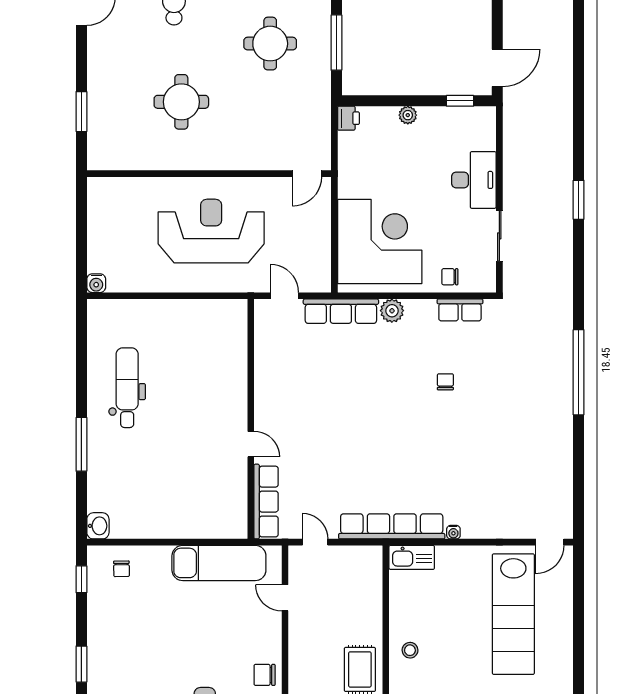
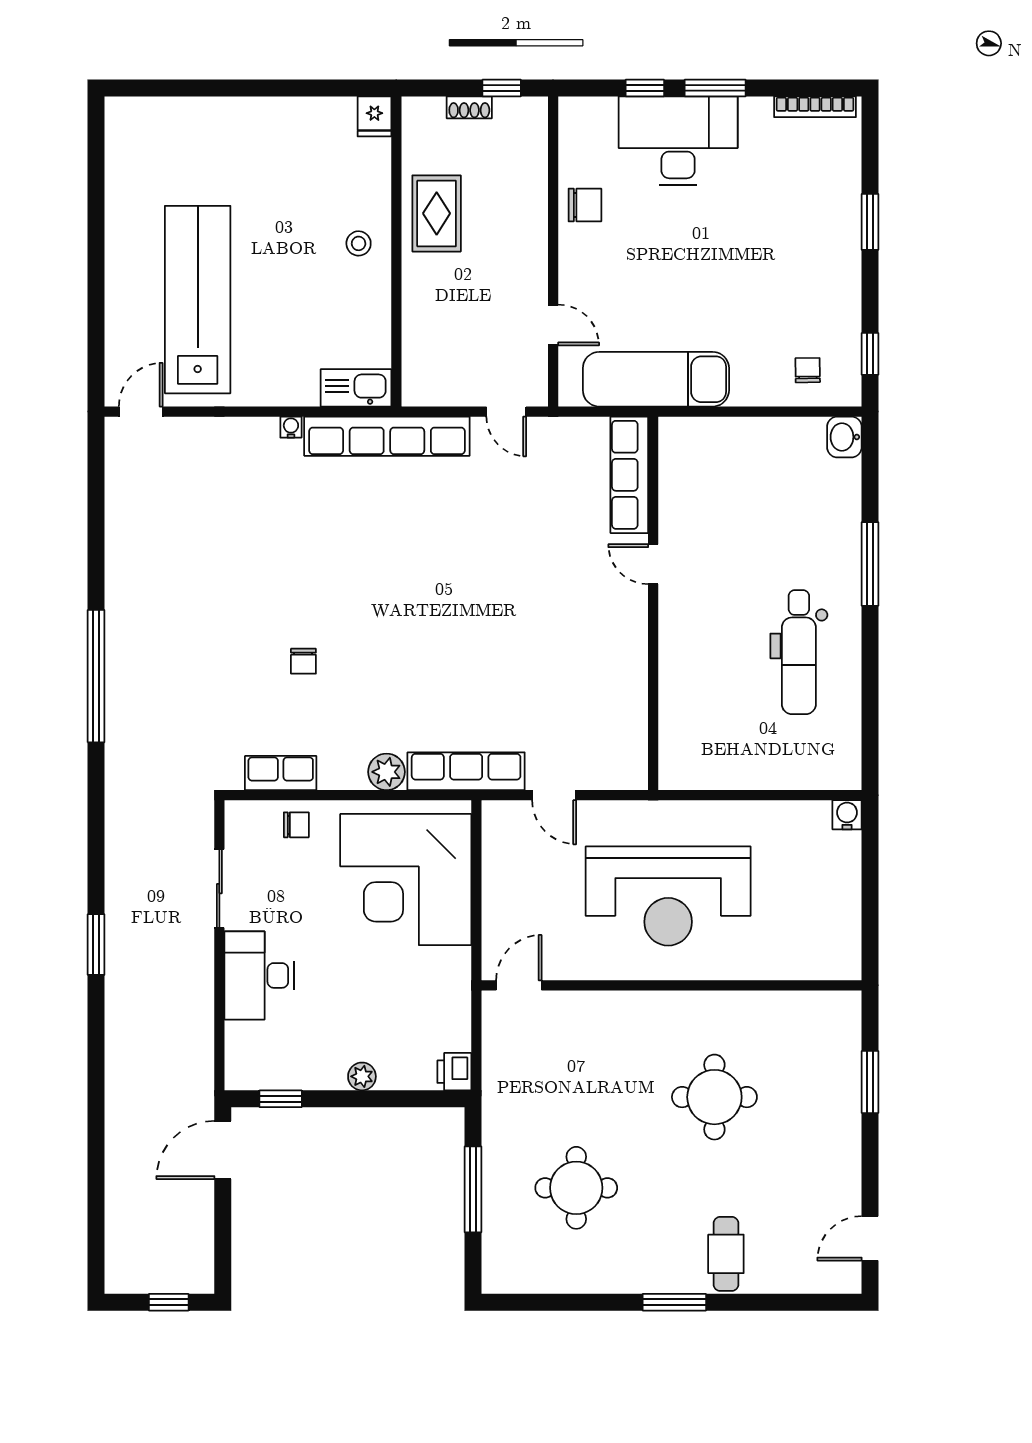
wall: (251, 419) -> (653, 603), moved
door: (251, 444) -> (653, 564), moved
row of seats: (266, 502) -> (629, 475), moved

